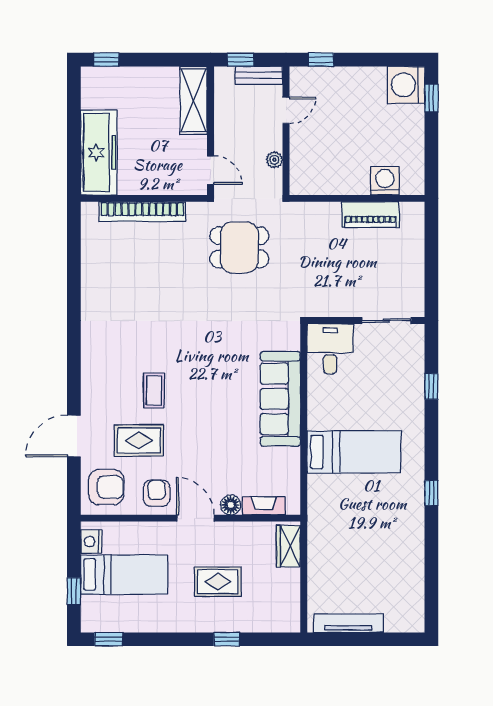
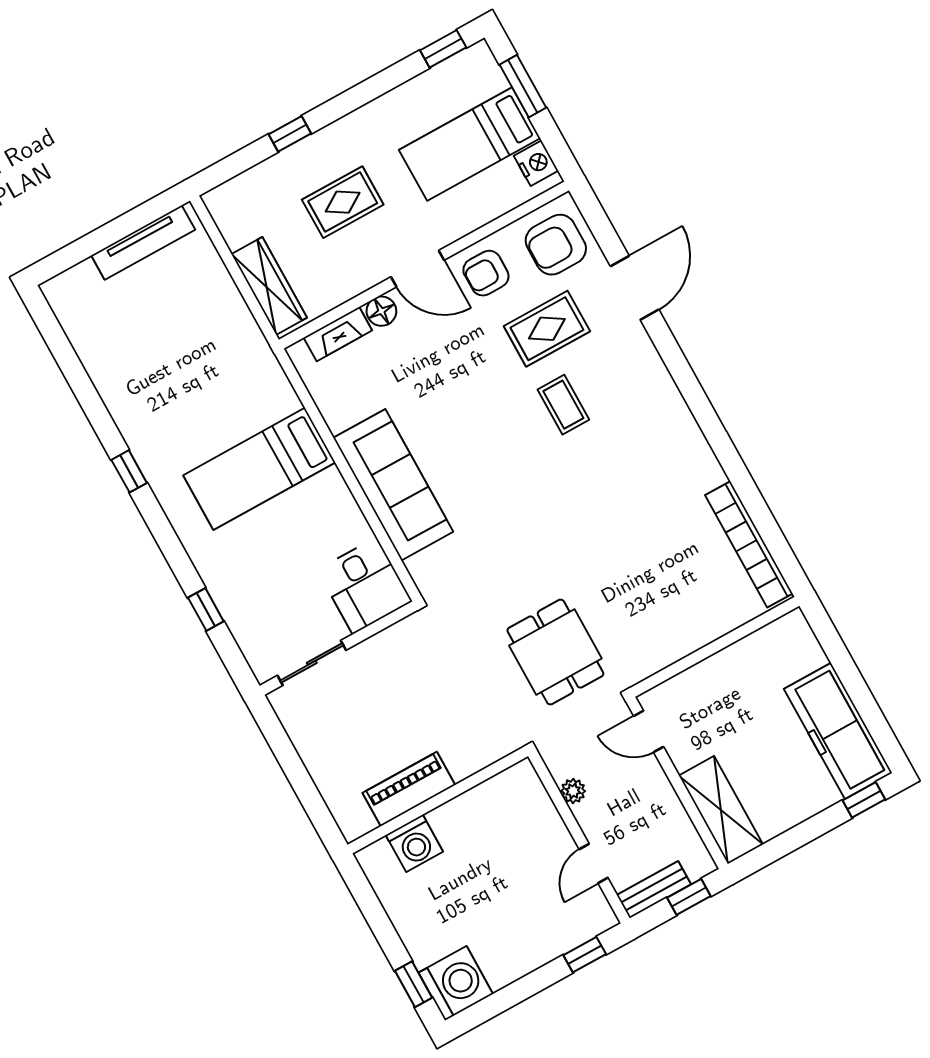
freezer: (99, 153) -> (838, 731), moved
bookcase: (142, 212) -> (749, 544), moved, turned -90
dining table: (239, 247) -> (555, 652), turned 90
armchair: (157, 493) -> (486, 273), turned 90
wardrobe: (288, 546) -> (269, 286), width x1.50
window: (74, 591) -> (523, 86), width x1.50

